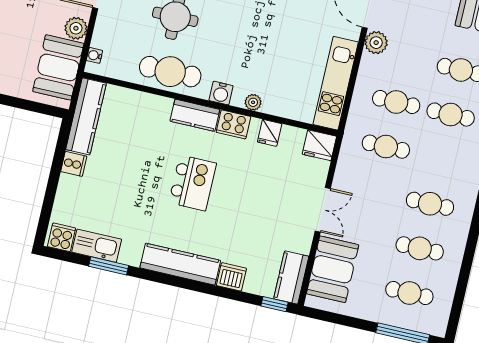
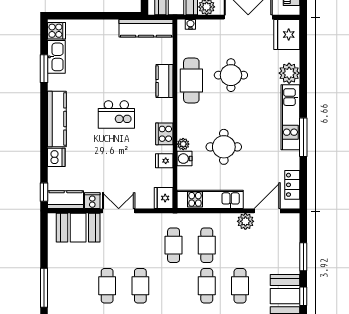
round table: (269, 49) -> (224, 147), added
water cooler: (221, 93) -> (184, 159), moved
kitchen counter: (195, 115) -> (165, 81), moved
cooker: (74, 164) -> (92, 201), moved, turned 180
double door: (323, 210) -> (119, 211), swing flipped
cafe table: (409, 293) -> (74, 286), removed

